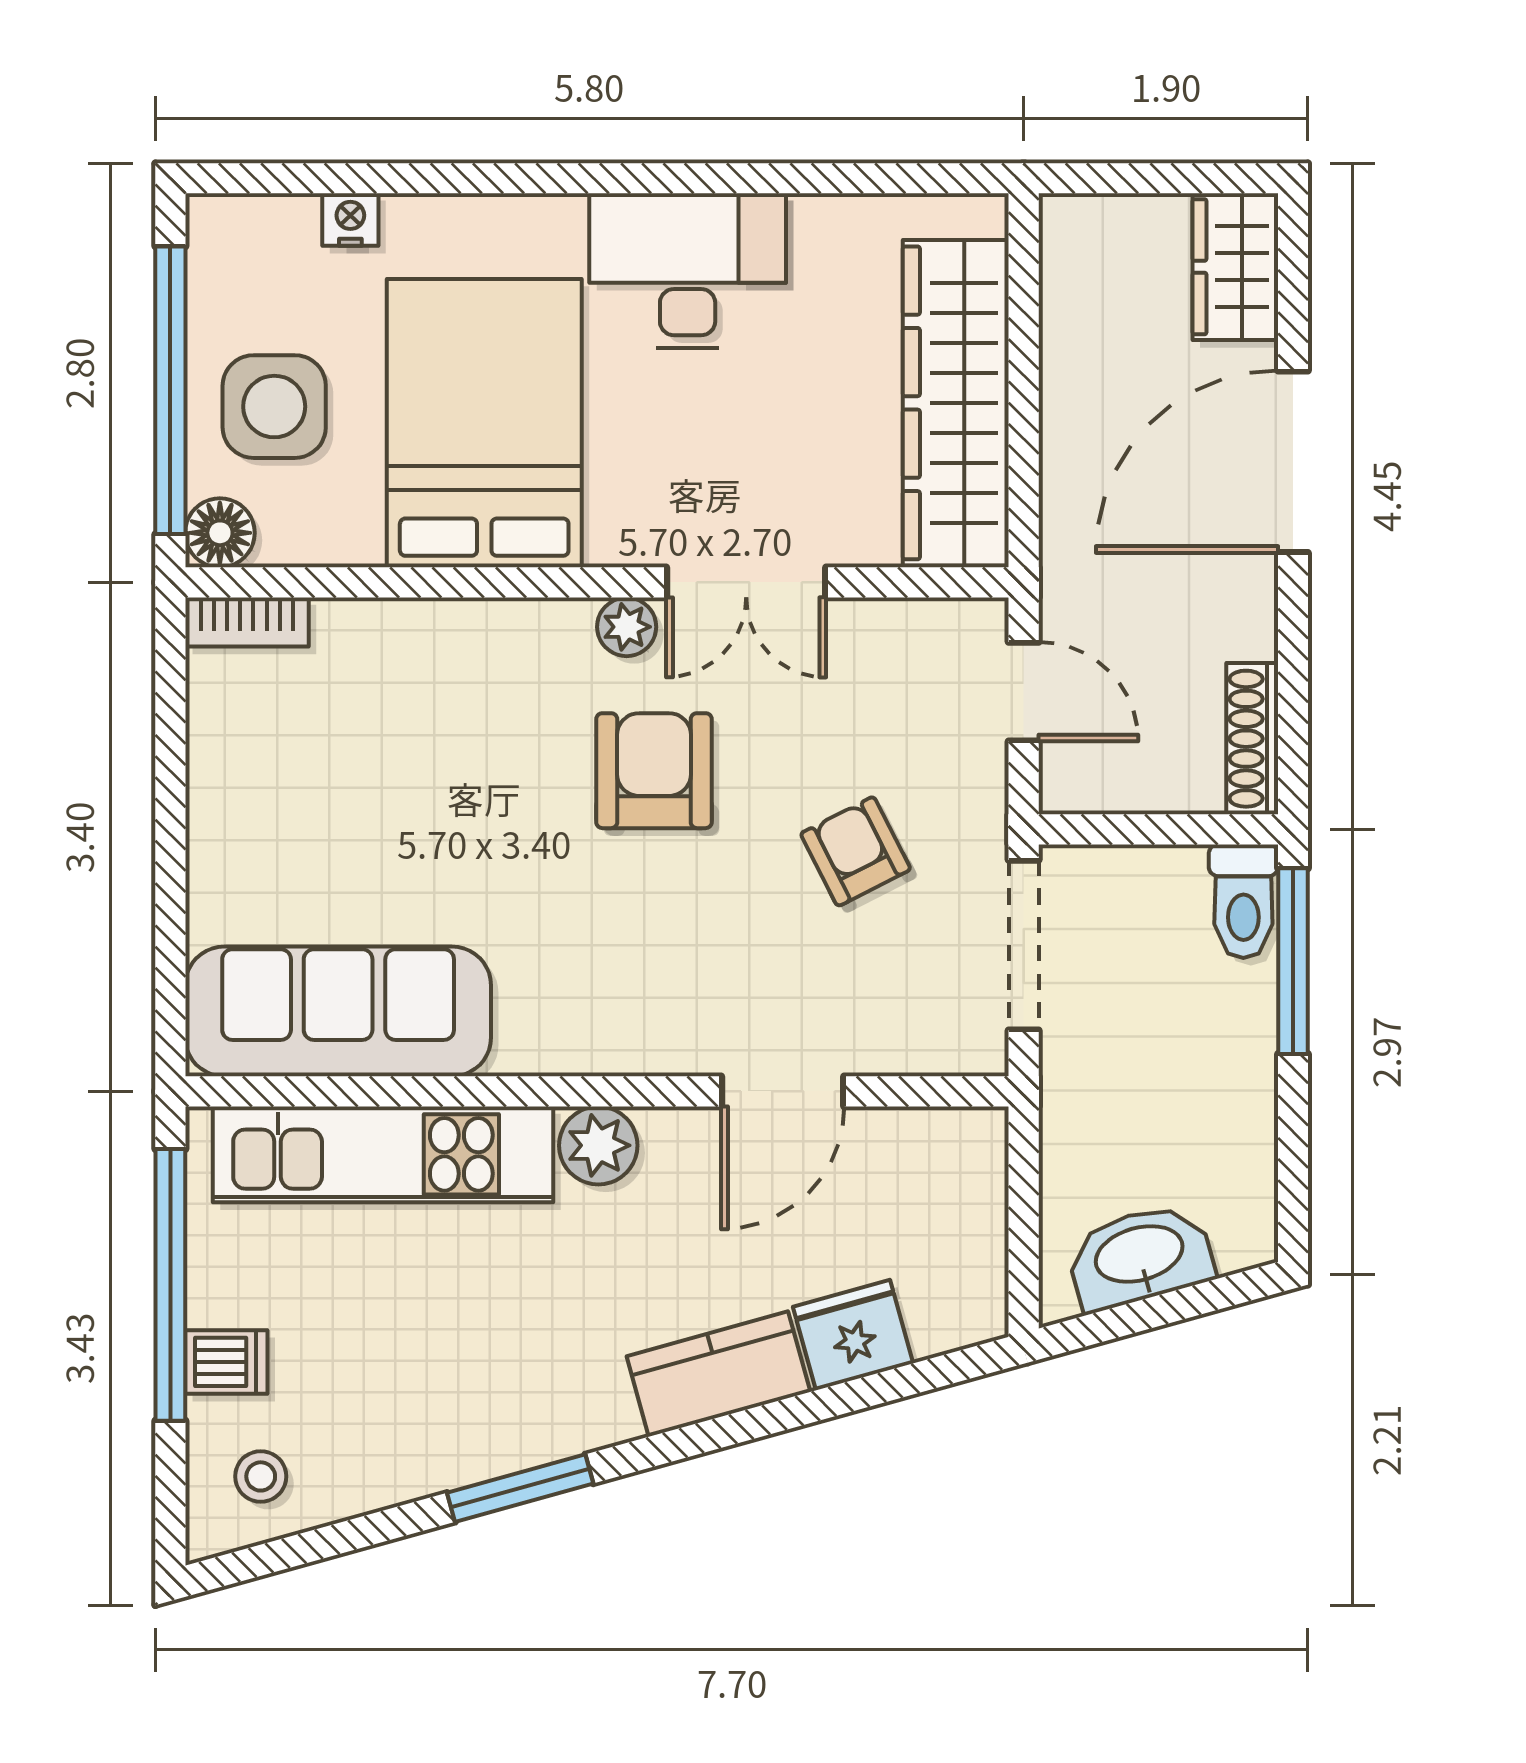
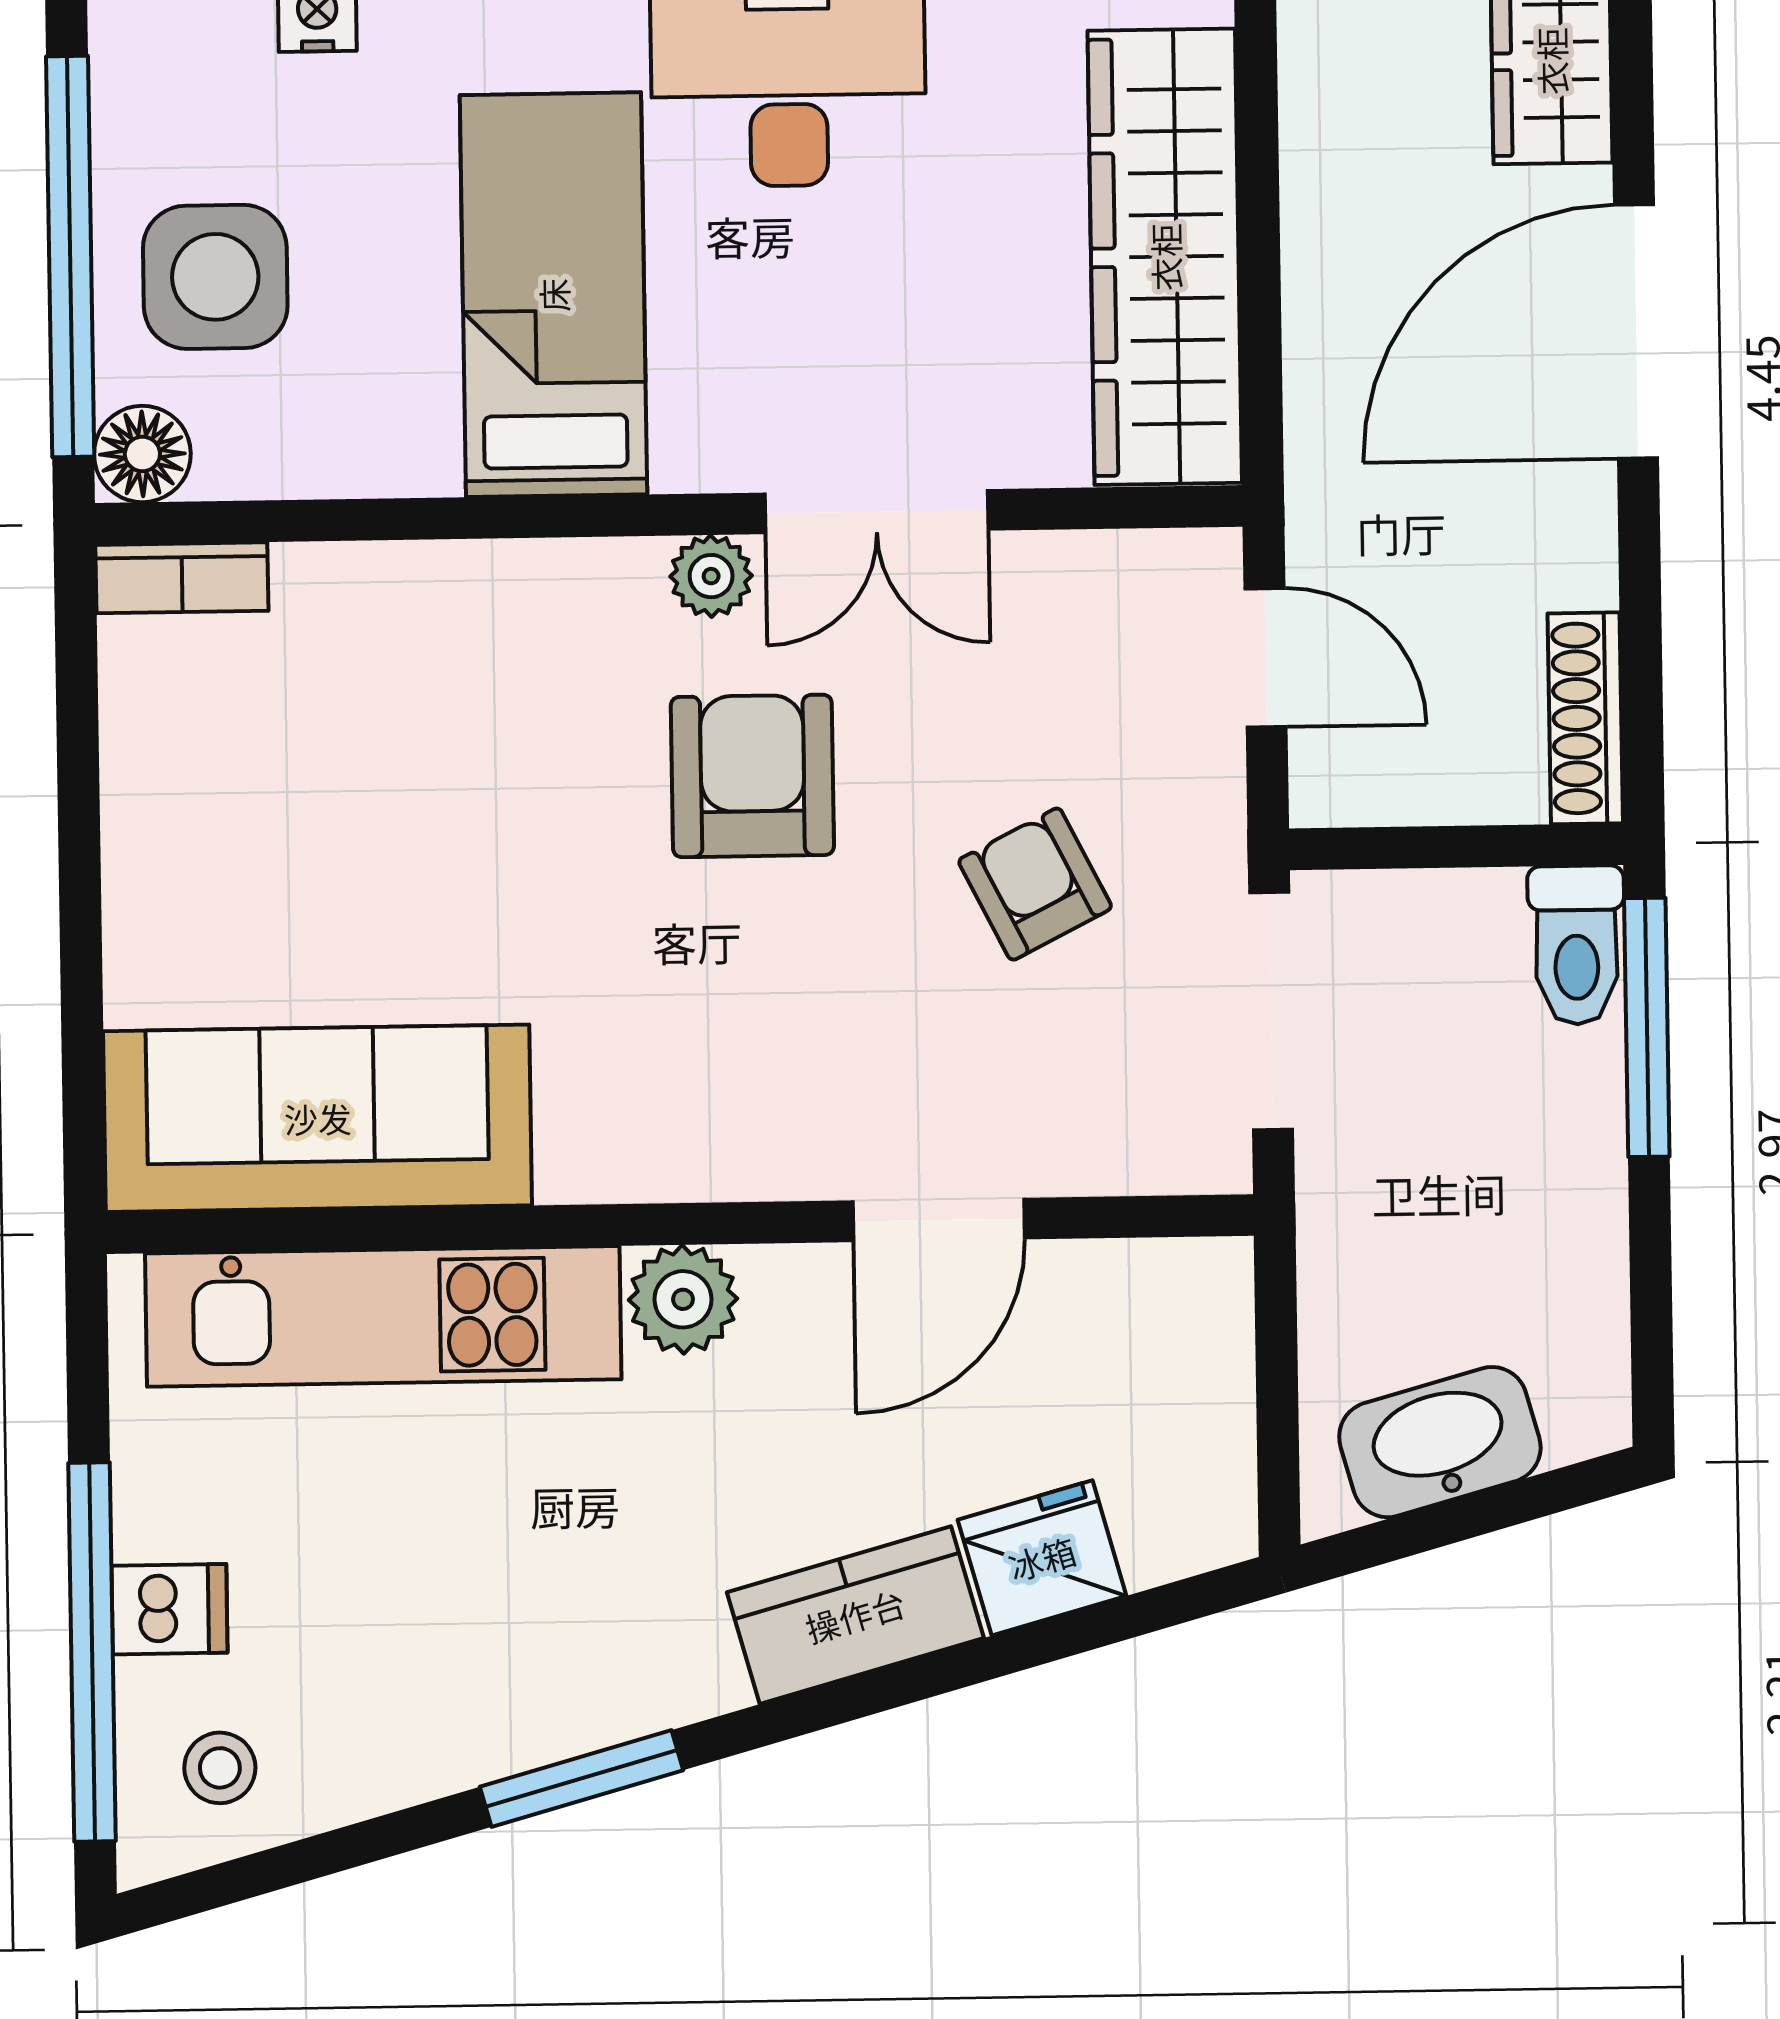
bed: (484, 423) -> (553, 295), width x0.67
window: (170, 1285) -> (92, 1652), moved

